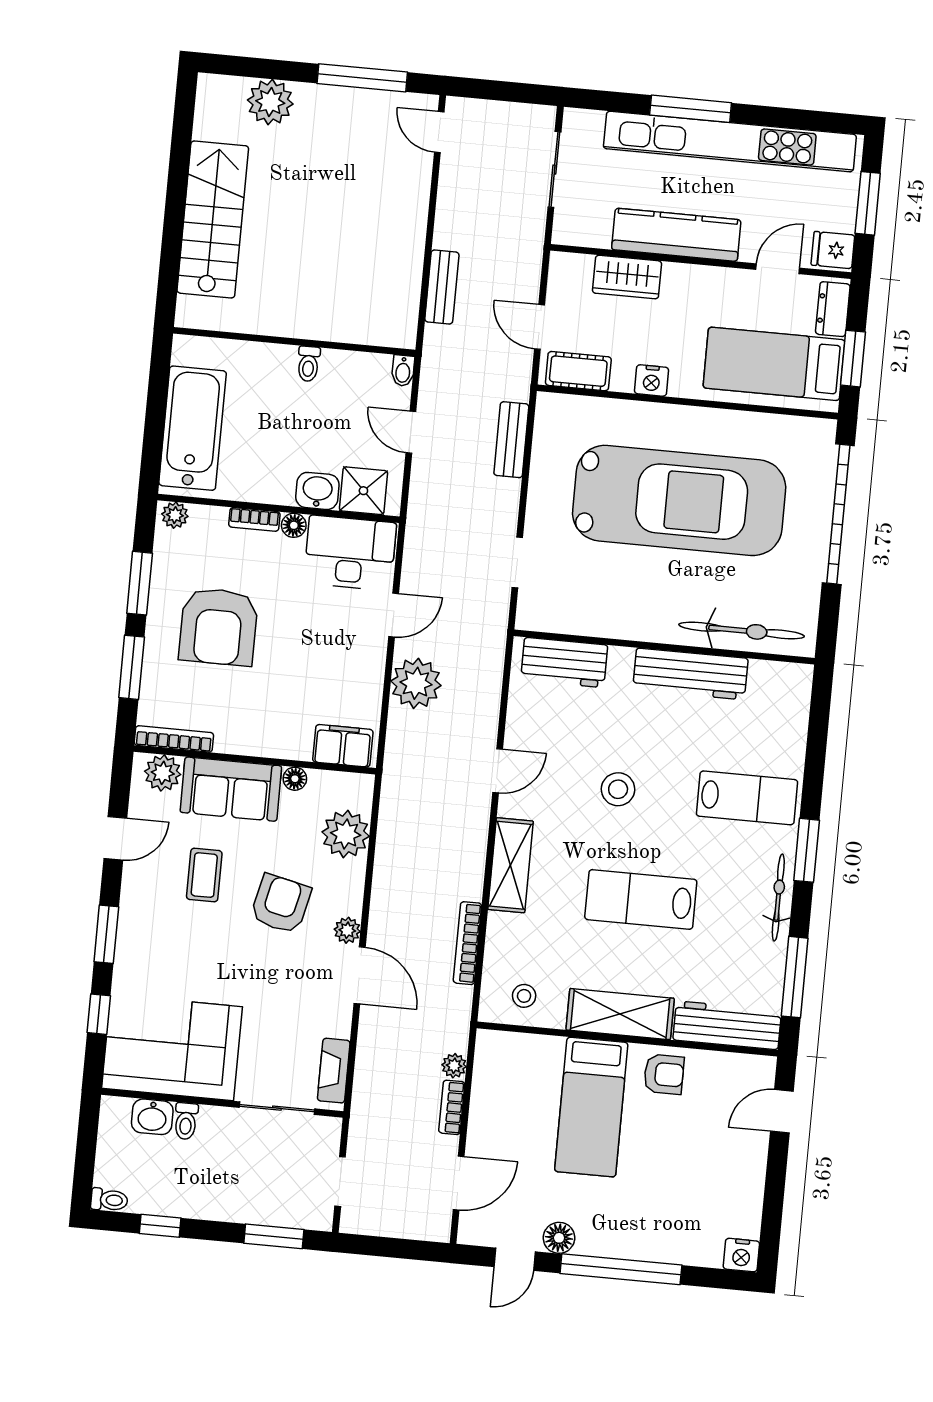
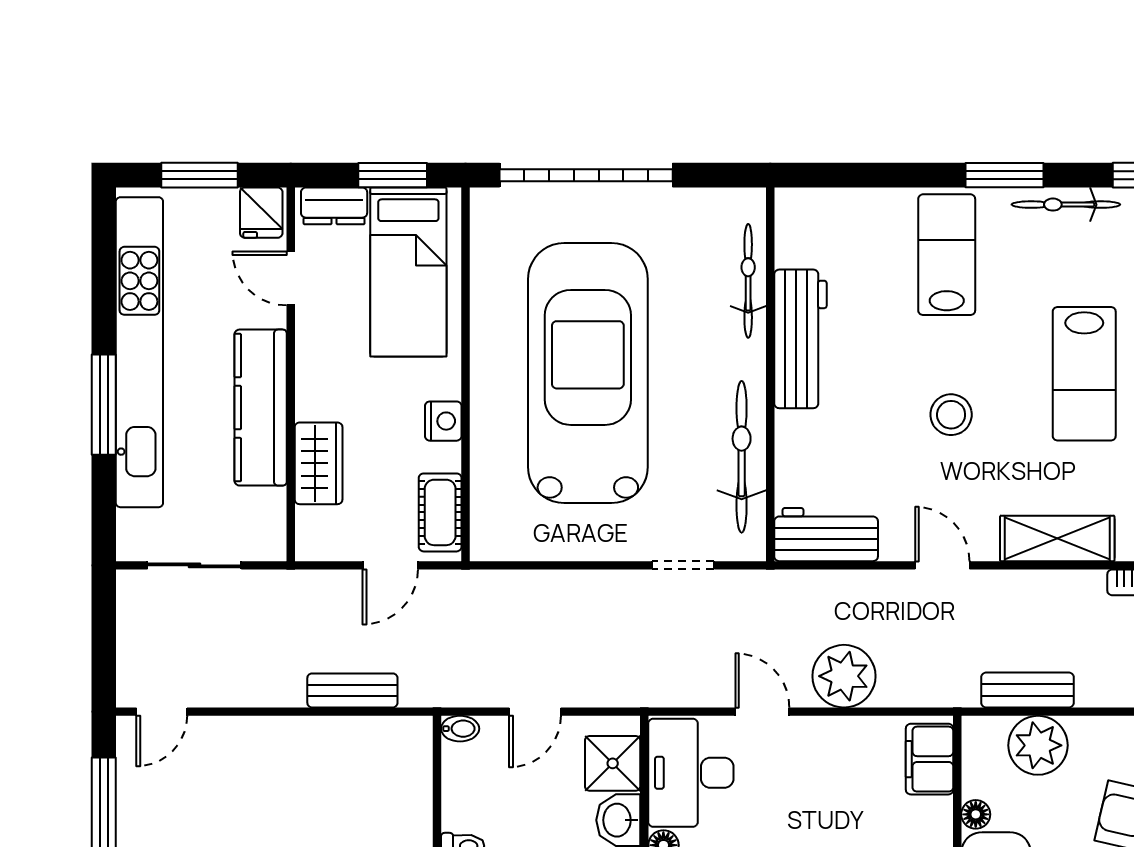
bench: (511, 440) -> (1028, 690), moved
bicycle: (600, 618) -> (742, 457), added
bicycle: (742, 630) -> (748, 281), width x0.73, depth x0.71
workbench: (564, 663) -> (826, 535), moved, turned -90

